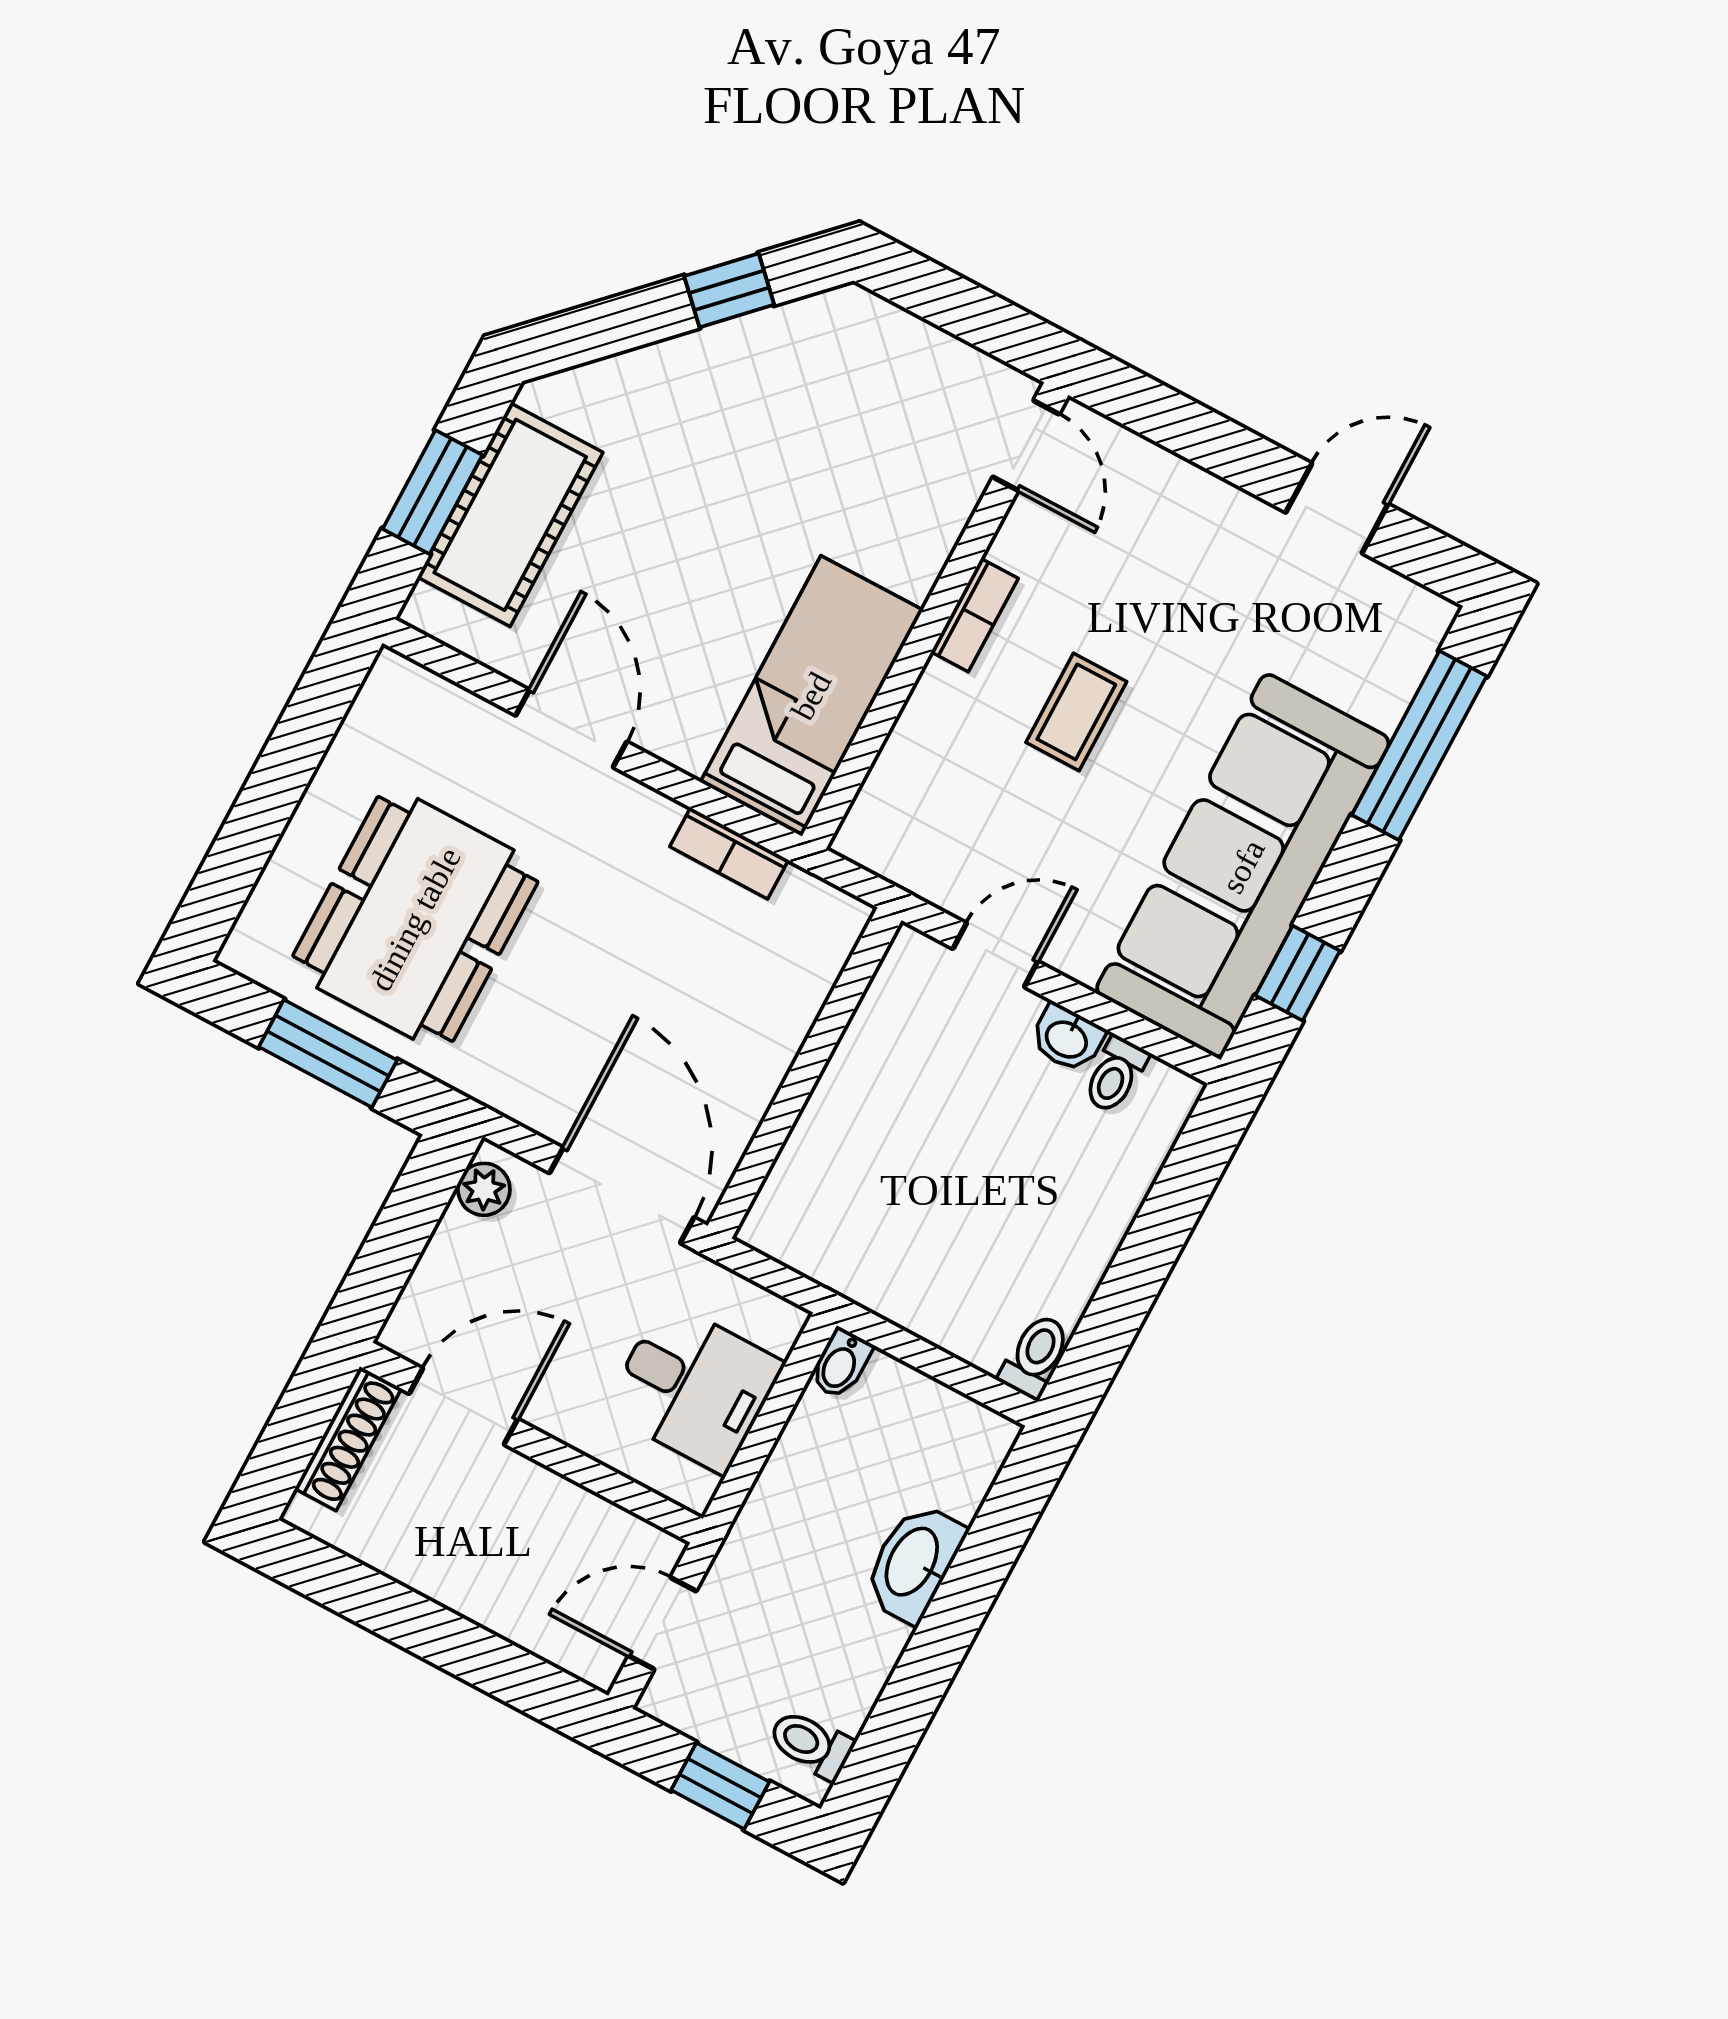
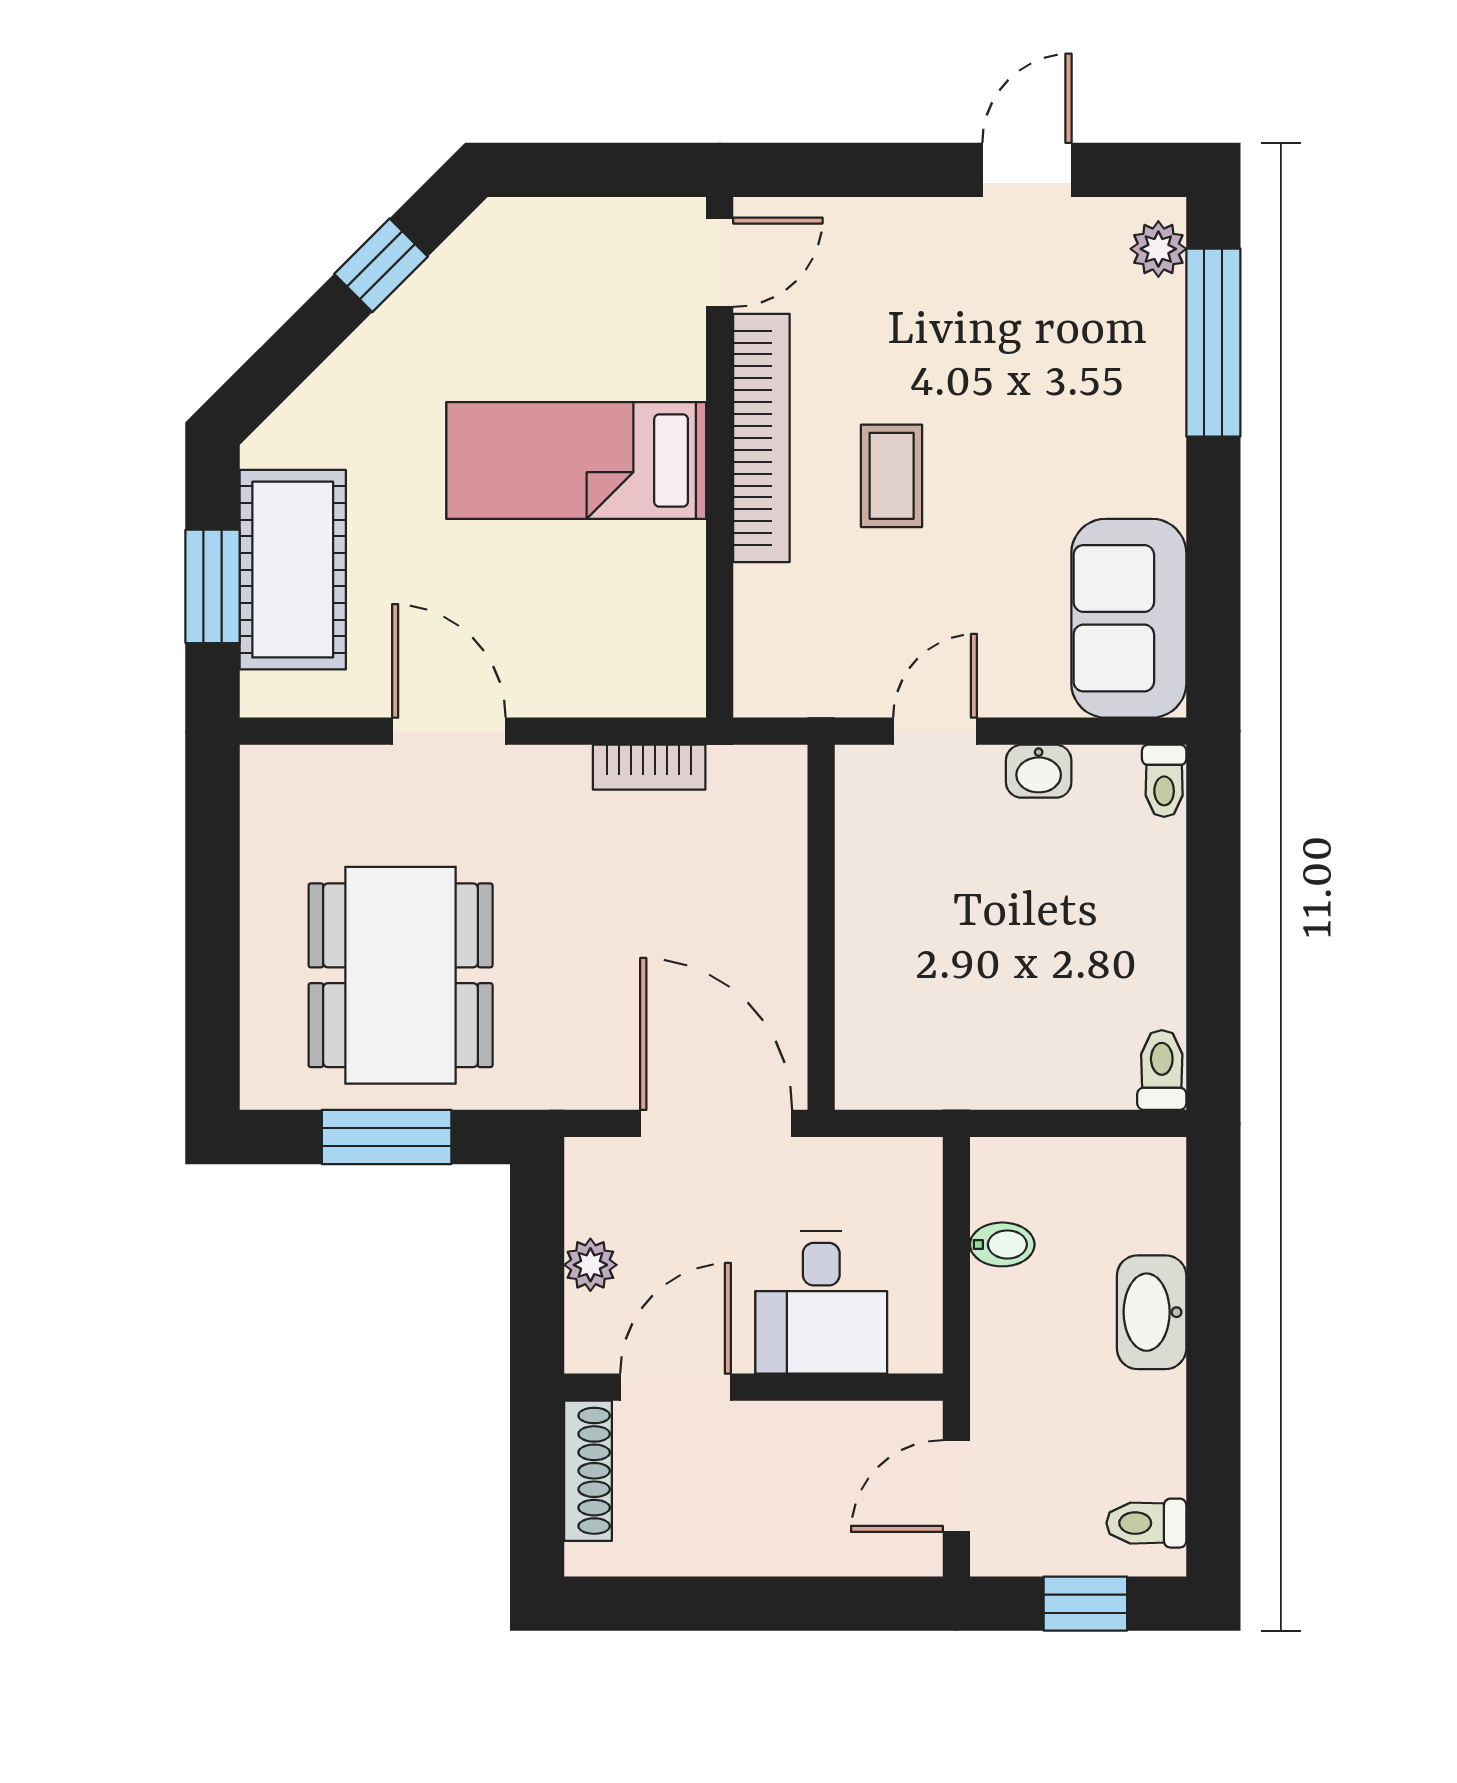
door: (1026, 446) -> (720, 262), hinge flipped
bookcase: (975, 615) -> (761, 438), width x2.31, depth x1.31
plant: (1415, 638) -> (1158, 249), added
bed: (811, 696) -> (576, 461), moved, turned -90
sofa: (1243, 866) -> (1129, 618), width x0.54, depth x0.79
window: (1298, 973) -> (1213, 603), removed
toilet: (1115, 1075) -> (1164, 781), moved
plant: (484, 1189) -> (590, 1265), moved
bidet: (841, 1364) -> (1002, 1244), moved, turned -90
desk: (694, 1387) -> (821, 1303), moved, turned 90

